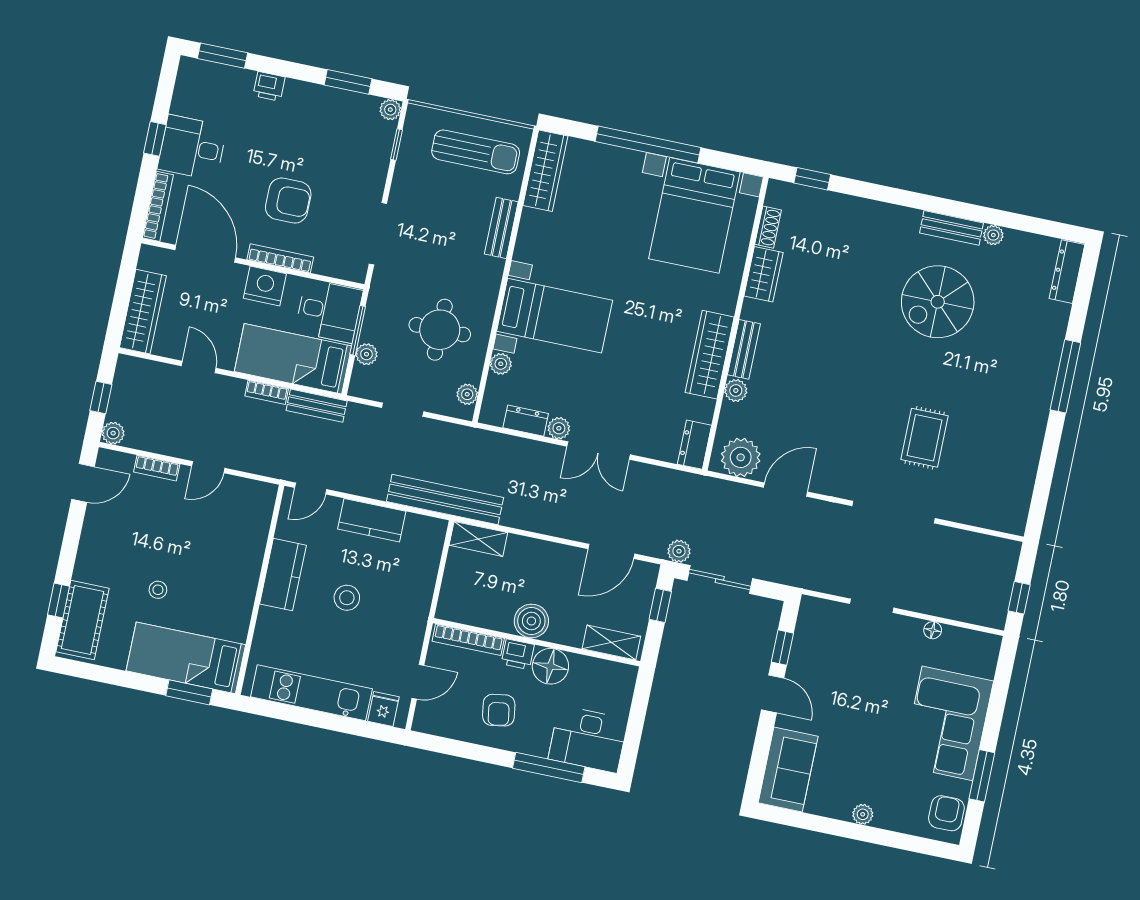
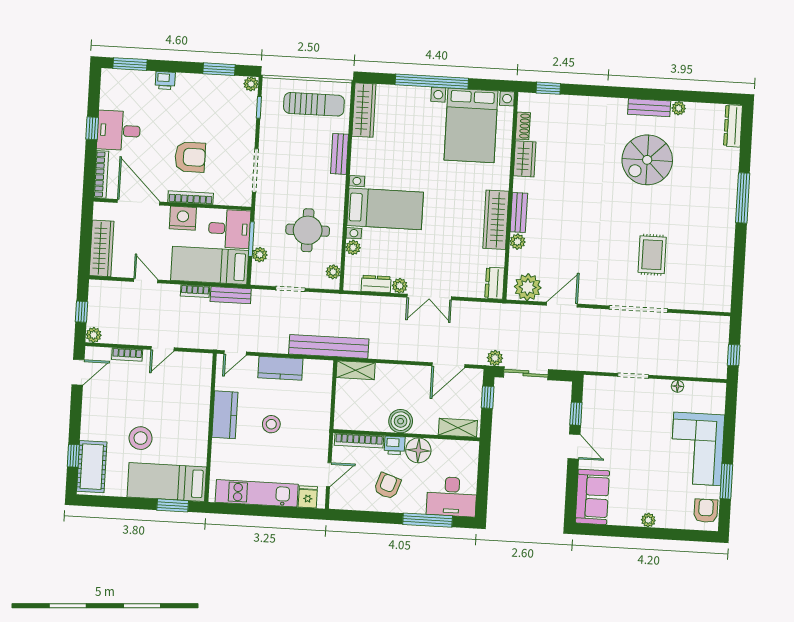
stool: (158, 590) -> (141, 438), width x1.89, depth x1.89
armchair: (499, 710) -> (387, 486), turned -152

